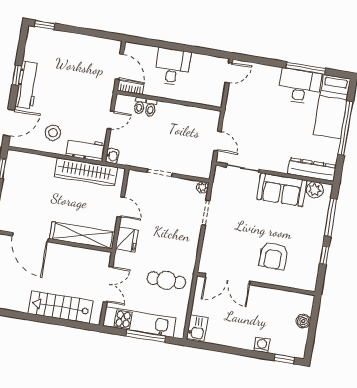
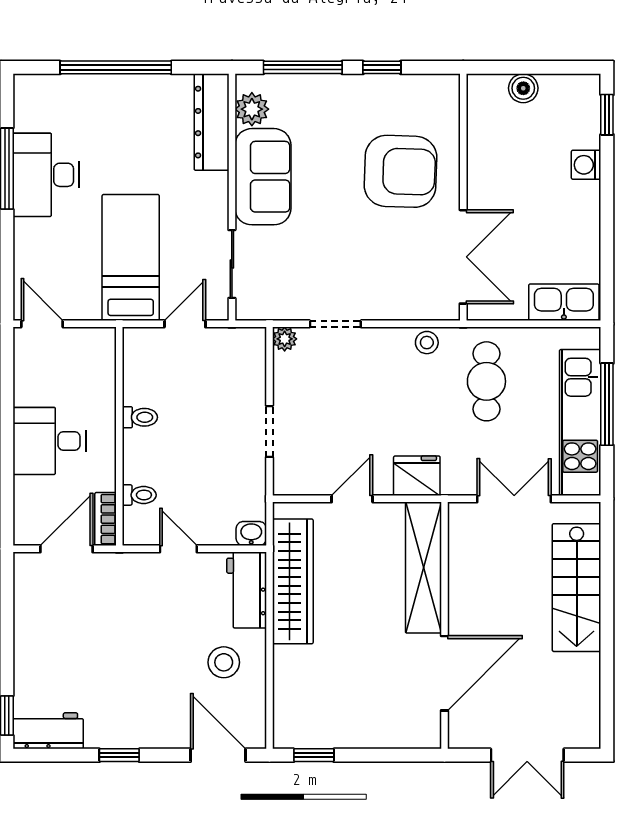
workbench: (27, 85) -> (48, 731), moved, width x0.73
bed: (332, 107) -> (131, 258), moved, turned -90
toilet: (151, 108) -> (140, 417), moved
stool: (190, 255) -> (427, 343), added
armchair: (273, 256) -> (401, 171), width x1.36, depth x1.36
kitchen sink: (197, 328) -> (564, 302), width x1.38

